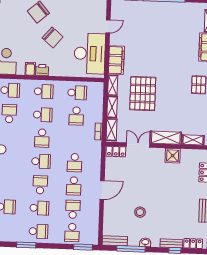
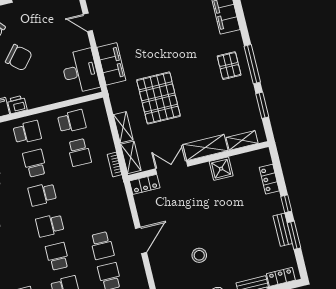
door: (108, 26) -> (88, 22), swing flipped
desk: (90, 54) -> (80, 71), width x0.73, depth x0.77
shelving: (113, 85) -> (116, 98), removed
school desk: (43, 115) -> (35, 163), turned -90
school desk: (42, 138) -> (42, 194), turned 90
school desk: (41, 161) -> (50, 225), turned 180
school desk: (75, 163) -> (94, 214), removed

